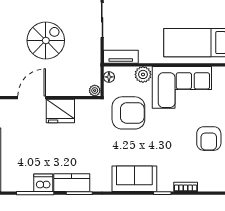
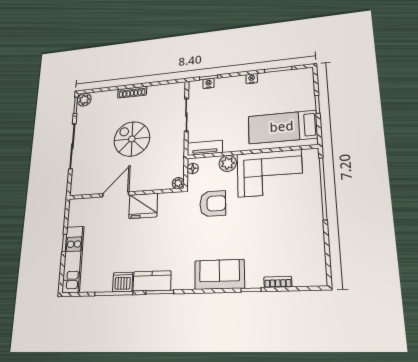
spiral stairs: (46, 40) -> (132, 139), turned -90
armchair: (128, 113) -> (213, 204), width x0.73, depth x0.73
armchair: (209, 139) -> (302, 226), removed

